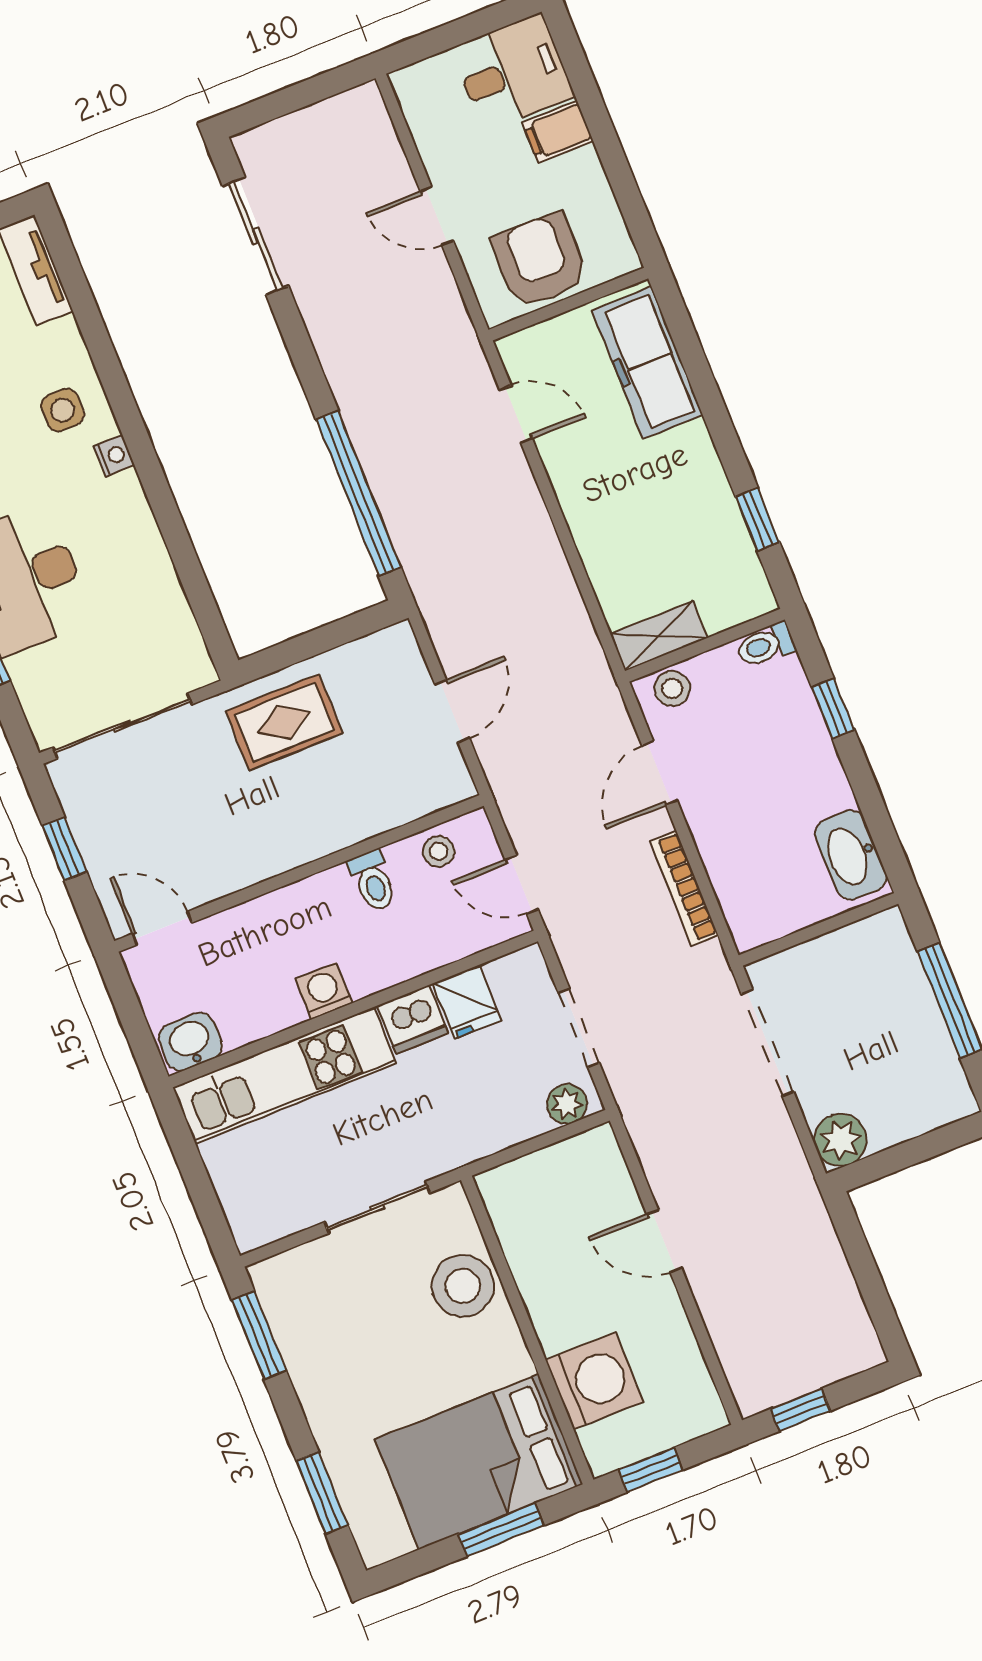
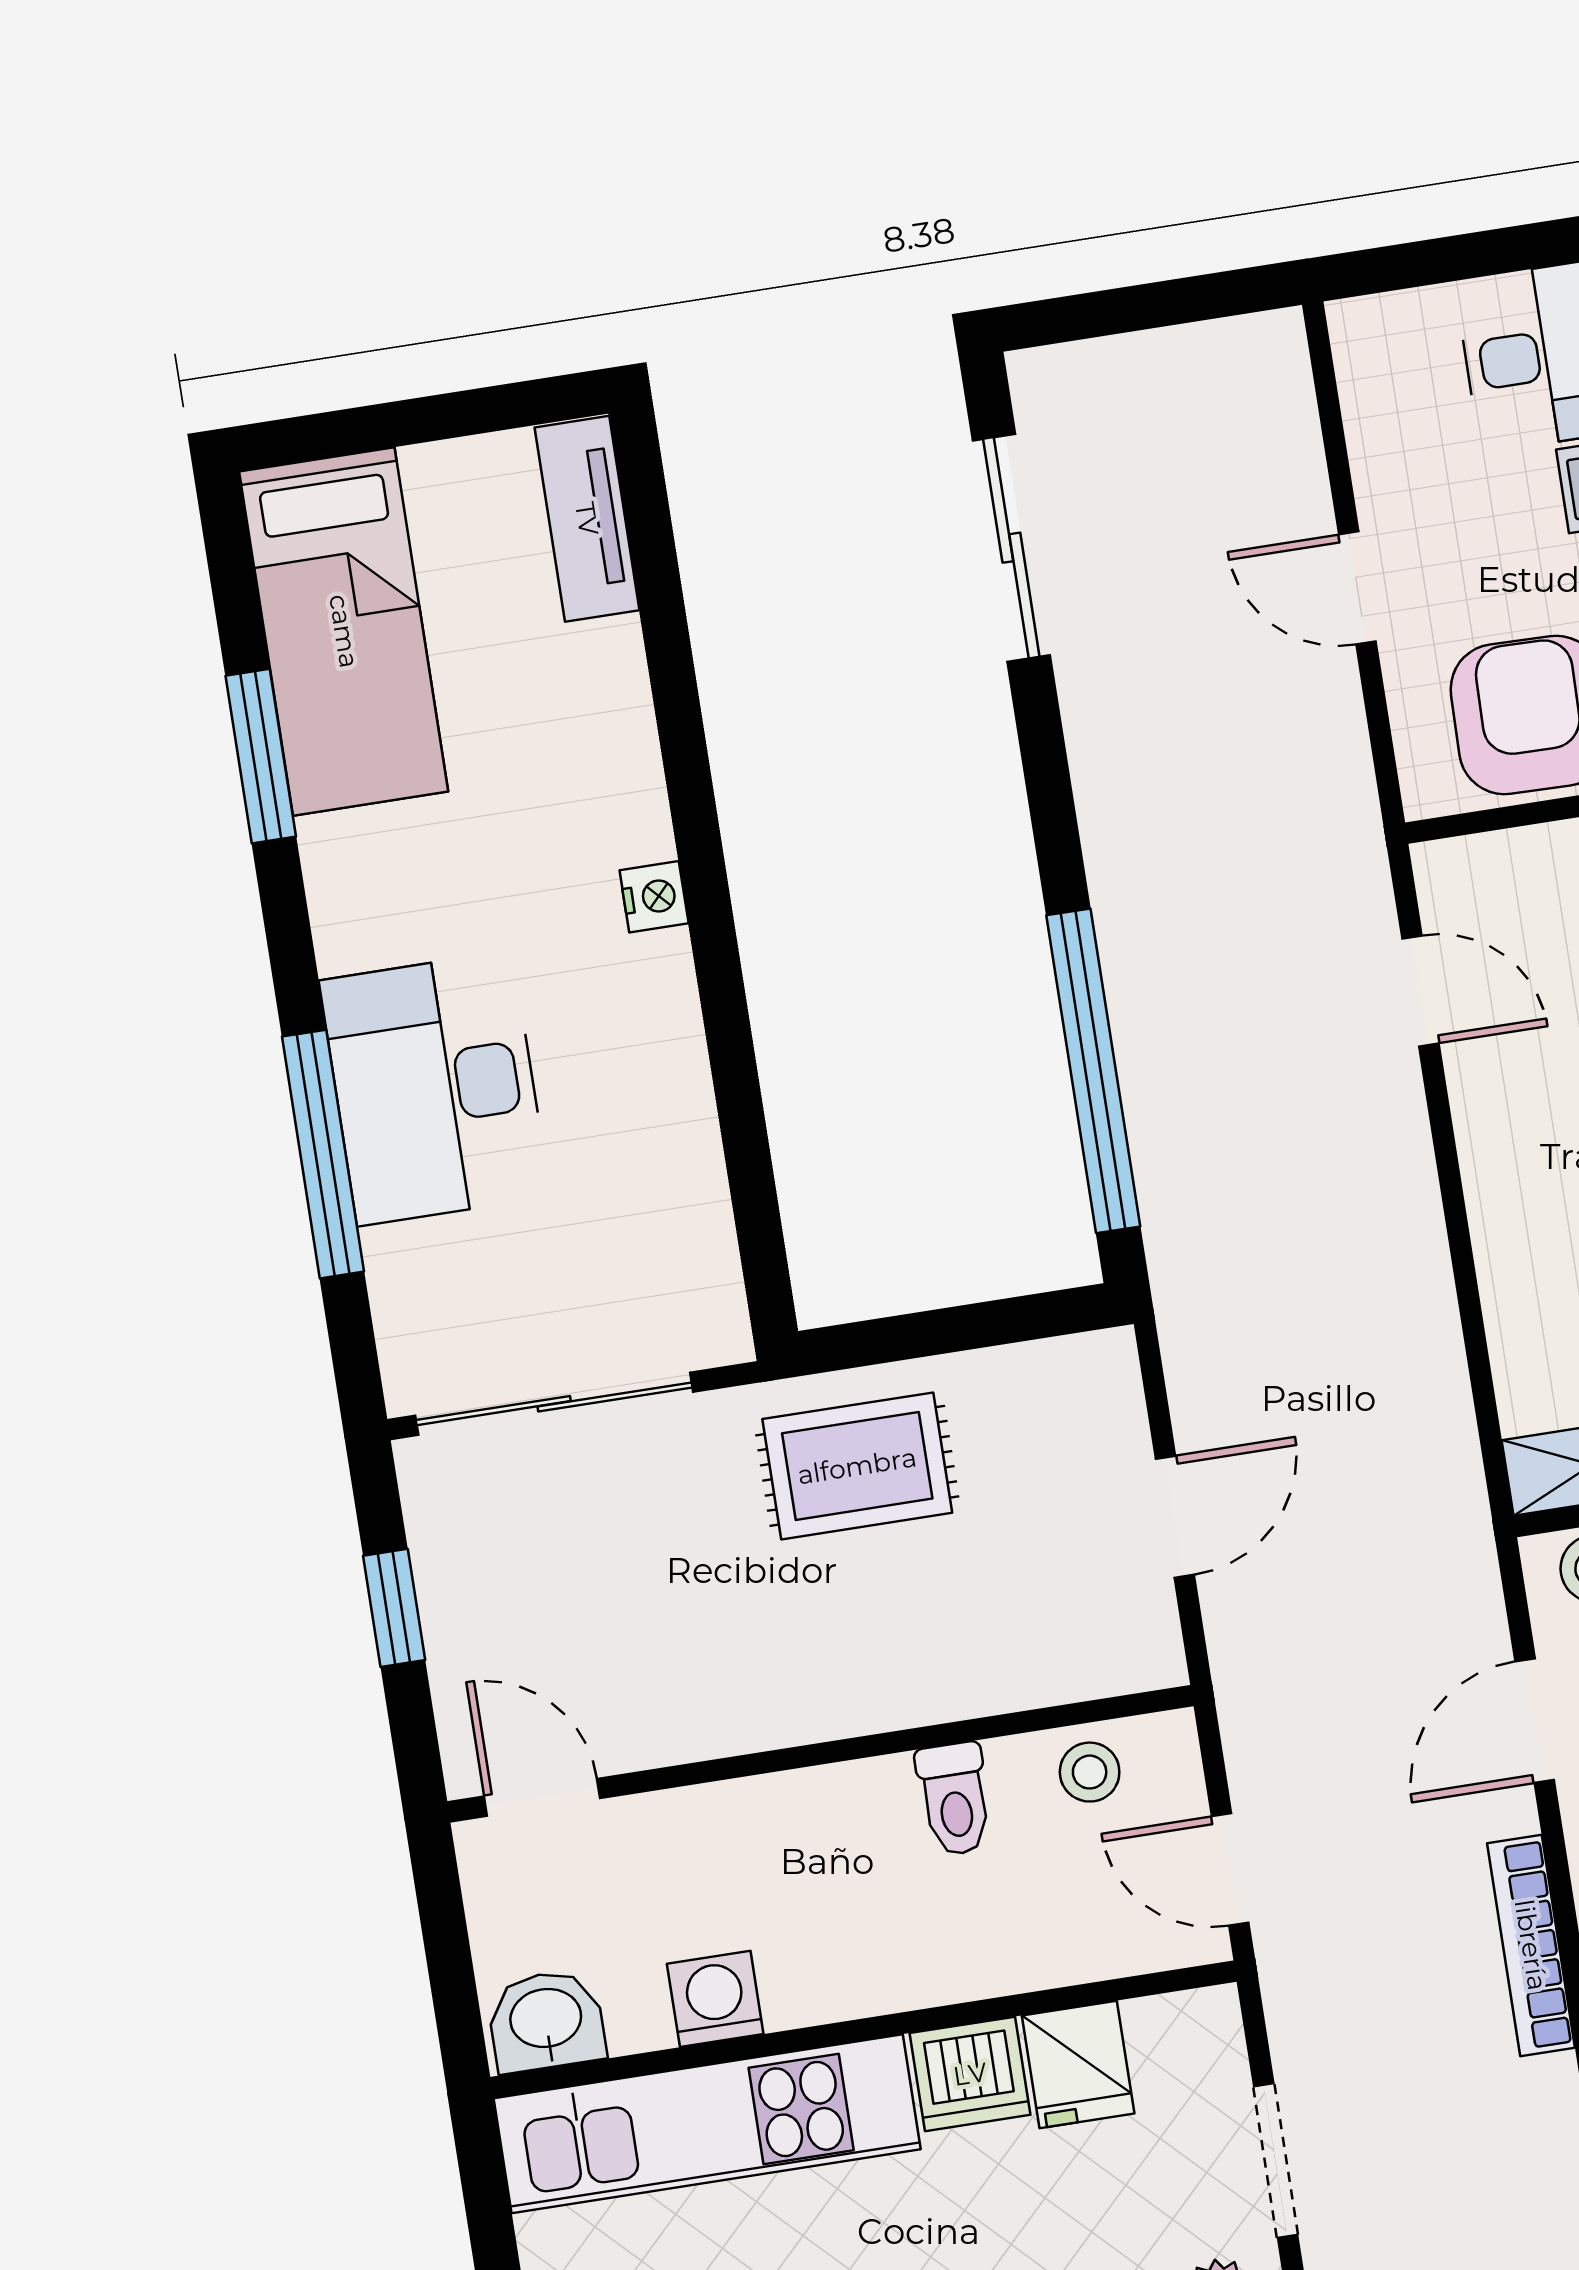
side table: (63, 410) -> (578, 790), removed
washing machine: (324, 991) -> (715, 1999), moved

